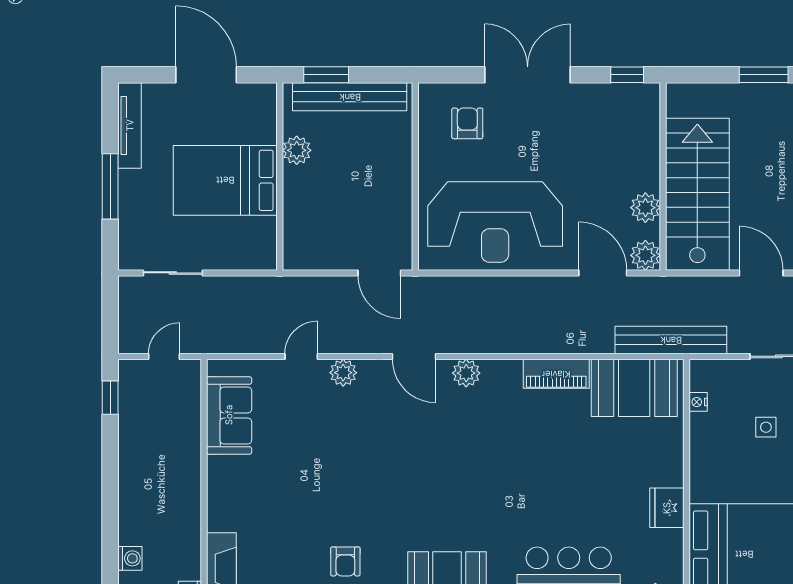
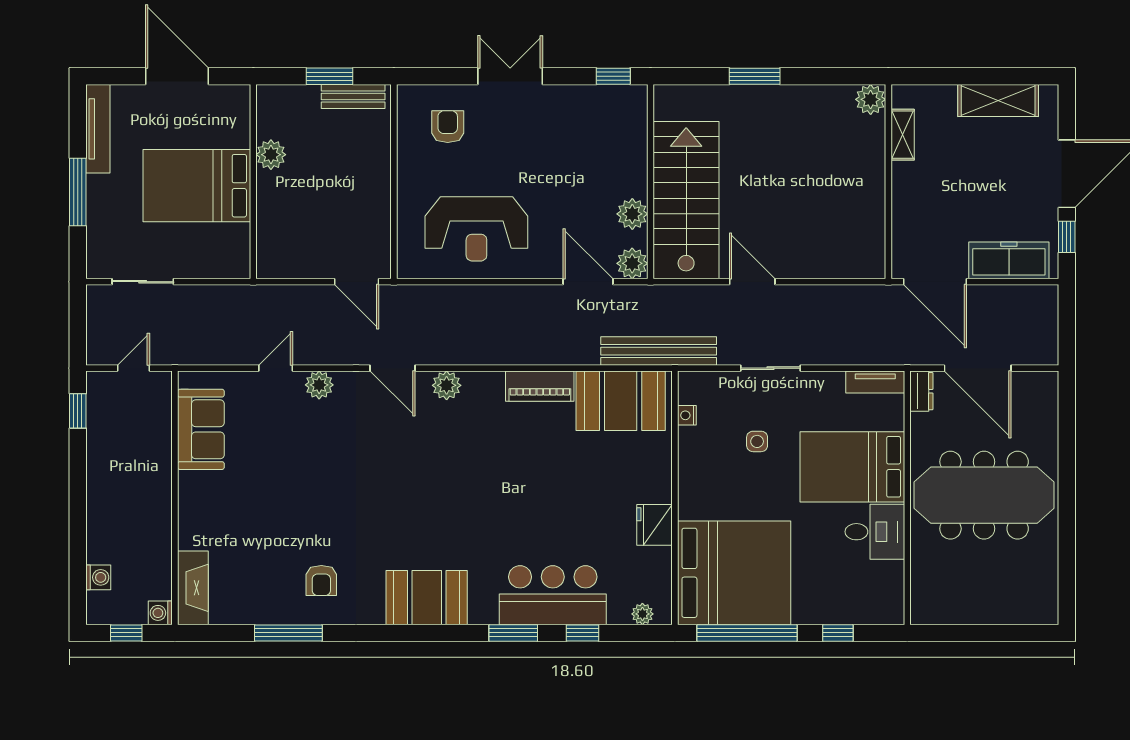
window: (326, 75) -> (330, 76), moved
double door: (528, 75) -> (510, 76), width x0.73
bench: (350, 97) -> (353, 96), width x0.54, depth x0.82
reception desk: (495, 222) -> (476, 229), width x0.74, depth x0.77

